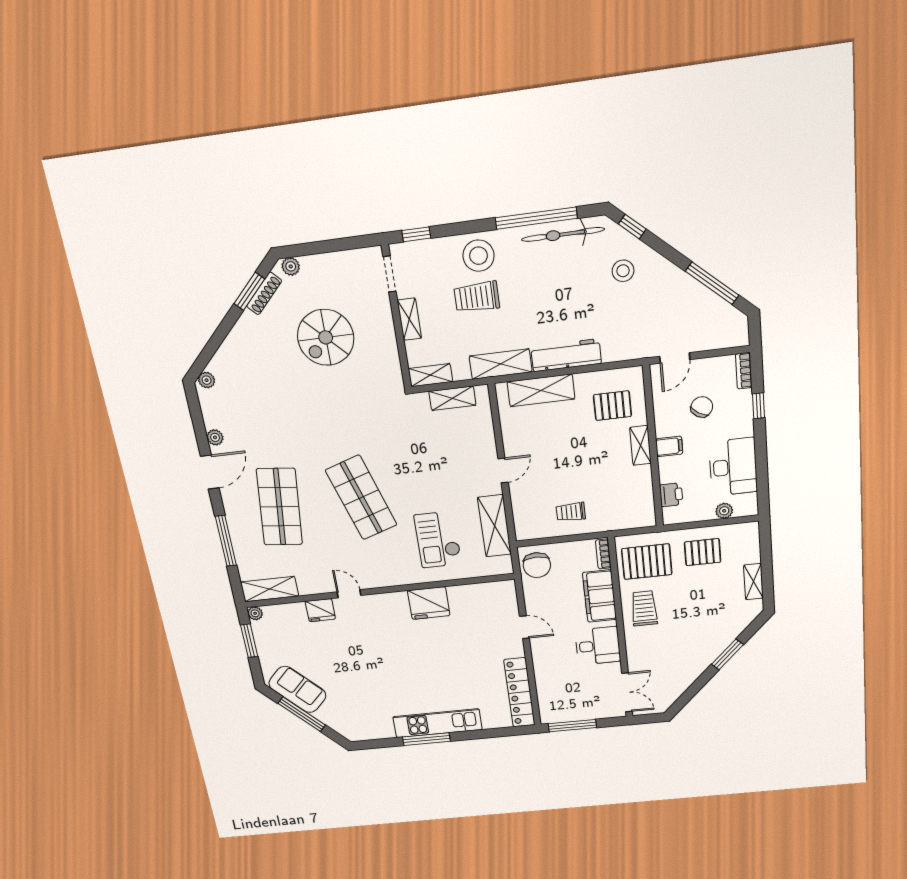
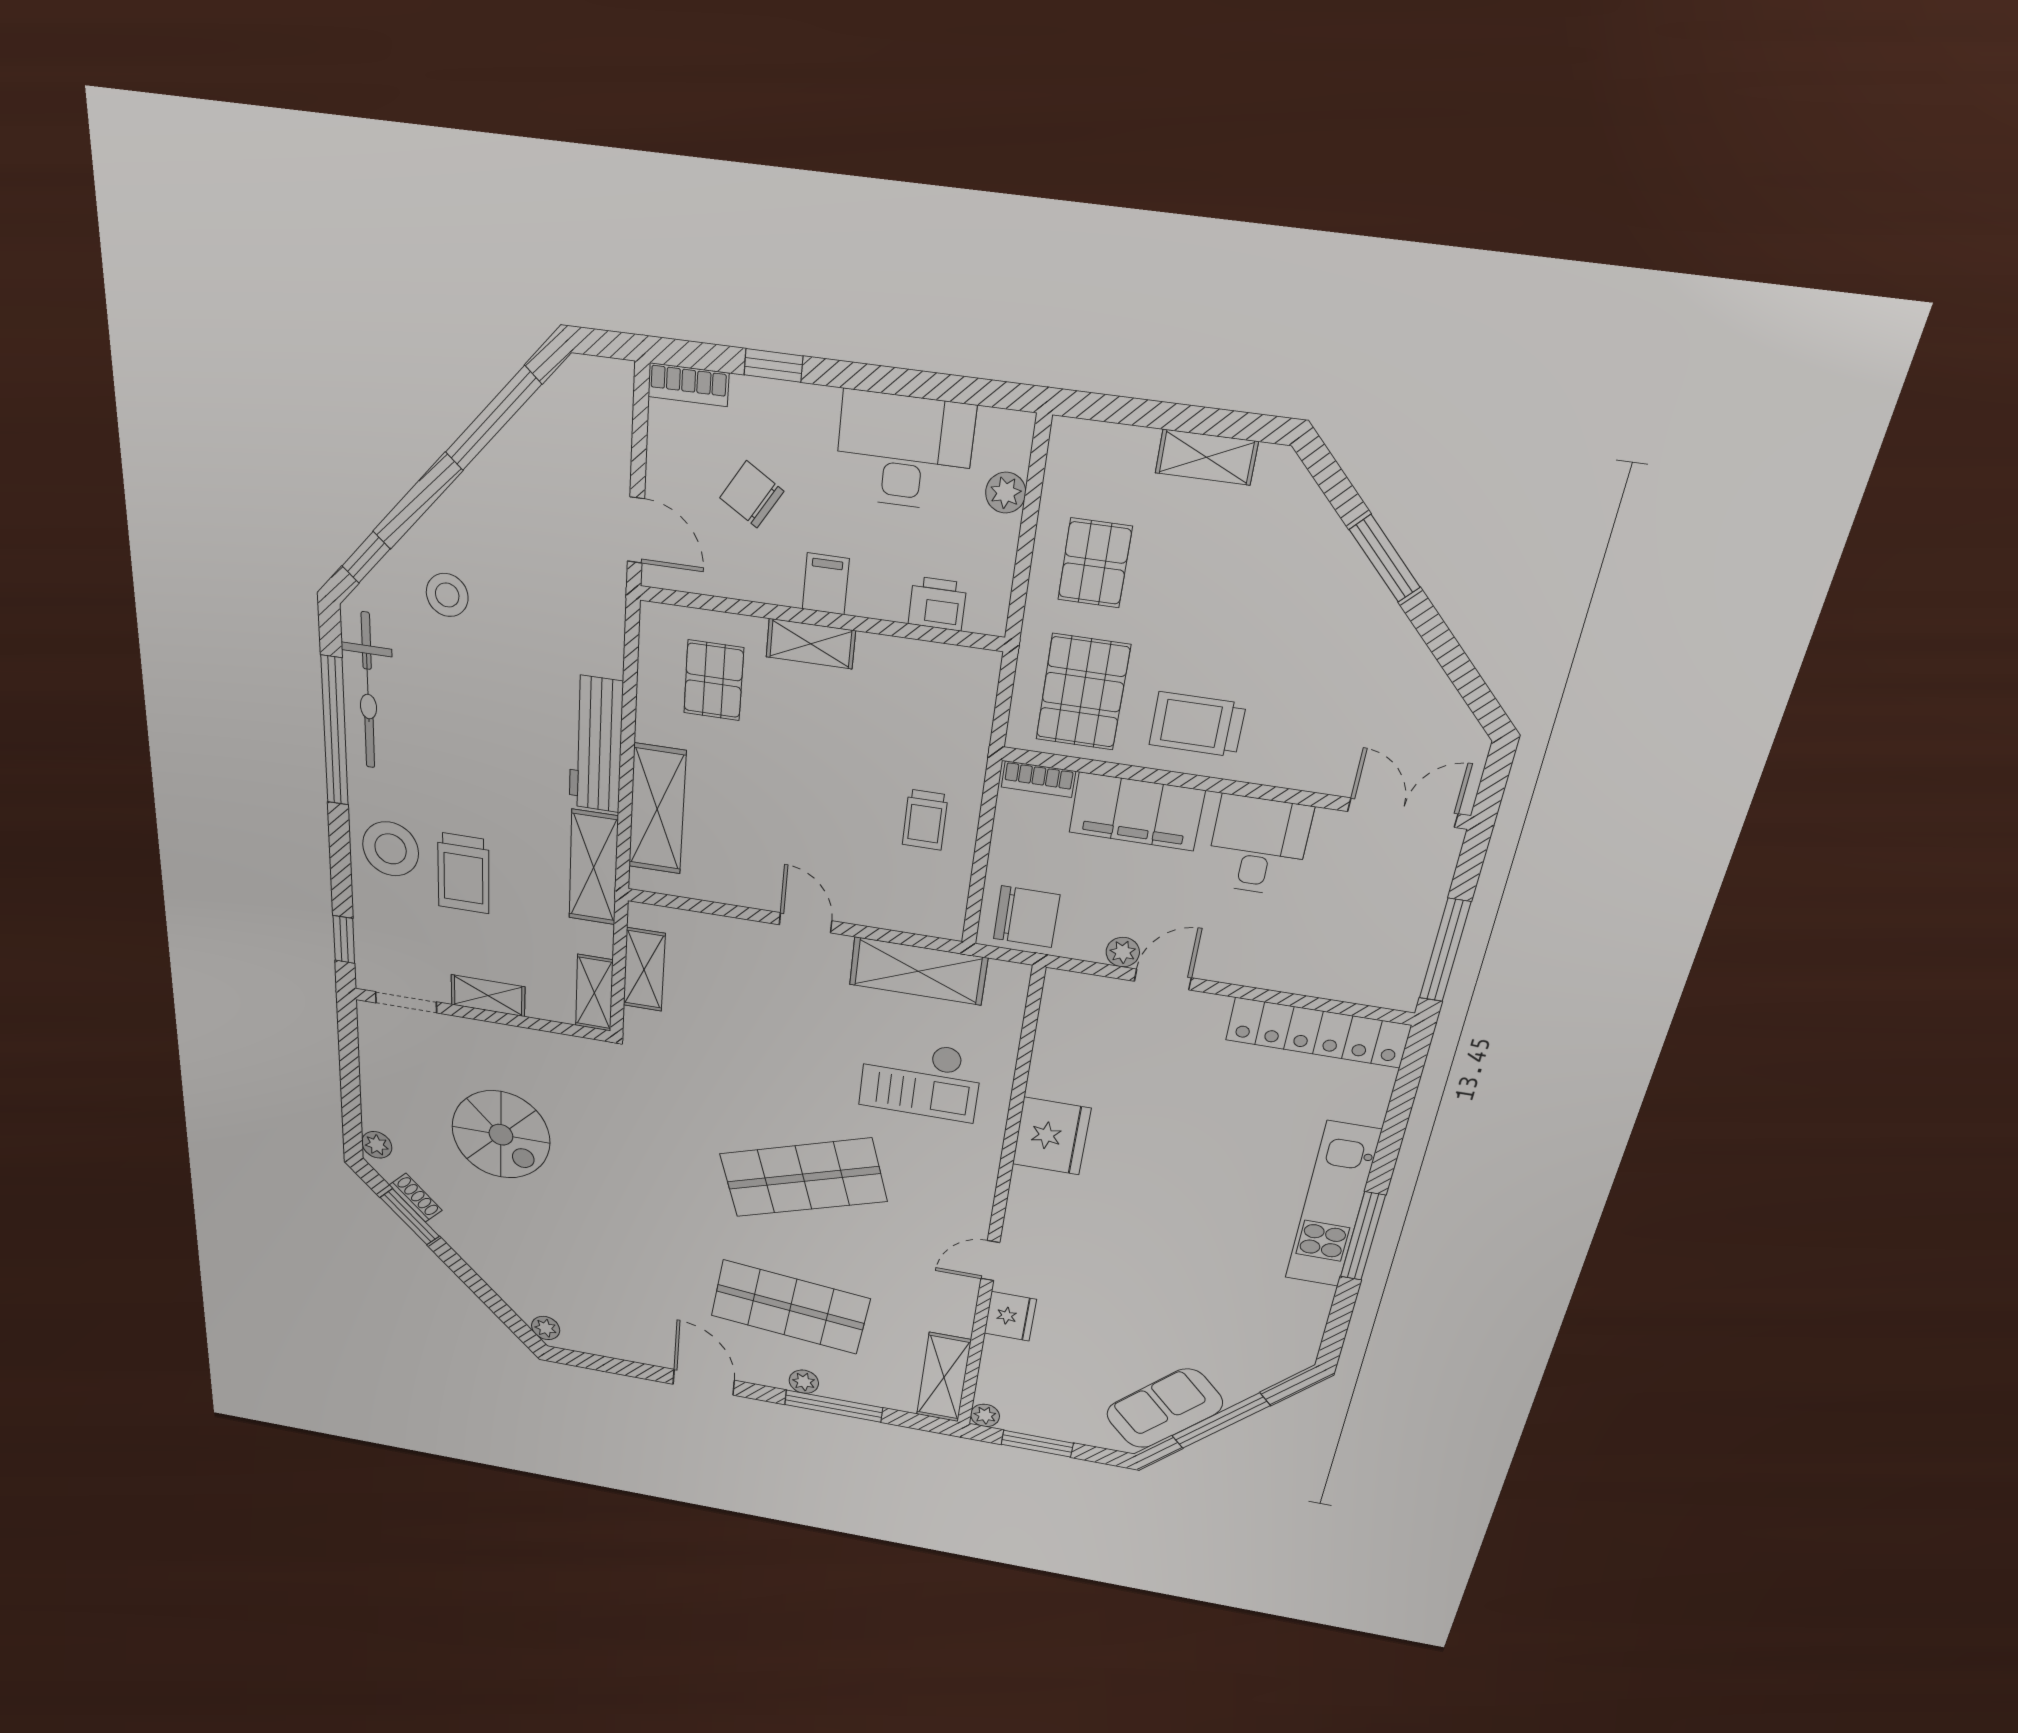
shoe rack: (264, 293) -> (416, 1198), width x0.70
plant: (215, 437) -> (804, 1382), moved
plant: (532, 608) -> (1123, 952), added

